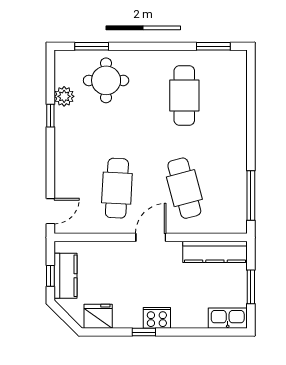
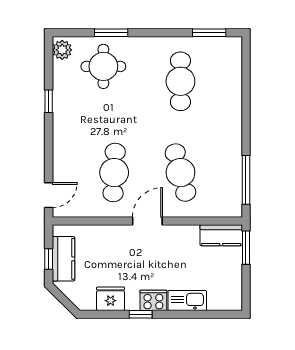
window: (92, 46) -> (111, 33), moved
plant: (64, 96) -> (62, 50), moved
kitchen counter: (215, 252) -> (221, 235), width x0.67
window: (251, 287) -> (246, 248), moved
fridge: (98, 316) -> (111, 299), moved
kitchen sink: (228, 318) -> (187, 300), moved

